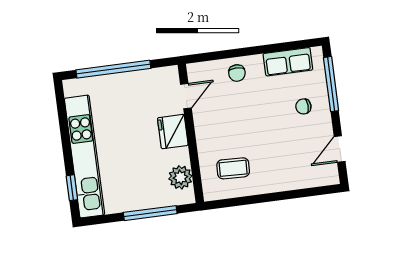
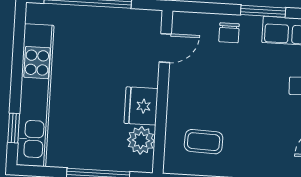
window: (262, 50) -> (263, 11), added
fridge: (173, 132) -> (141, 106), moved

